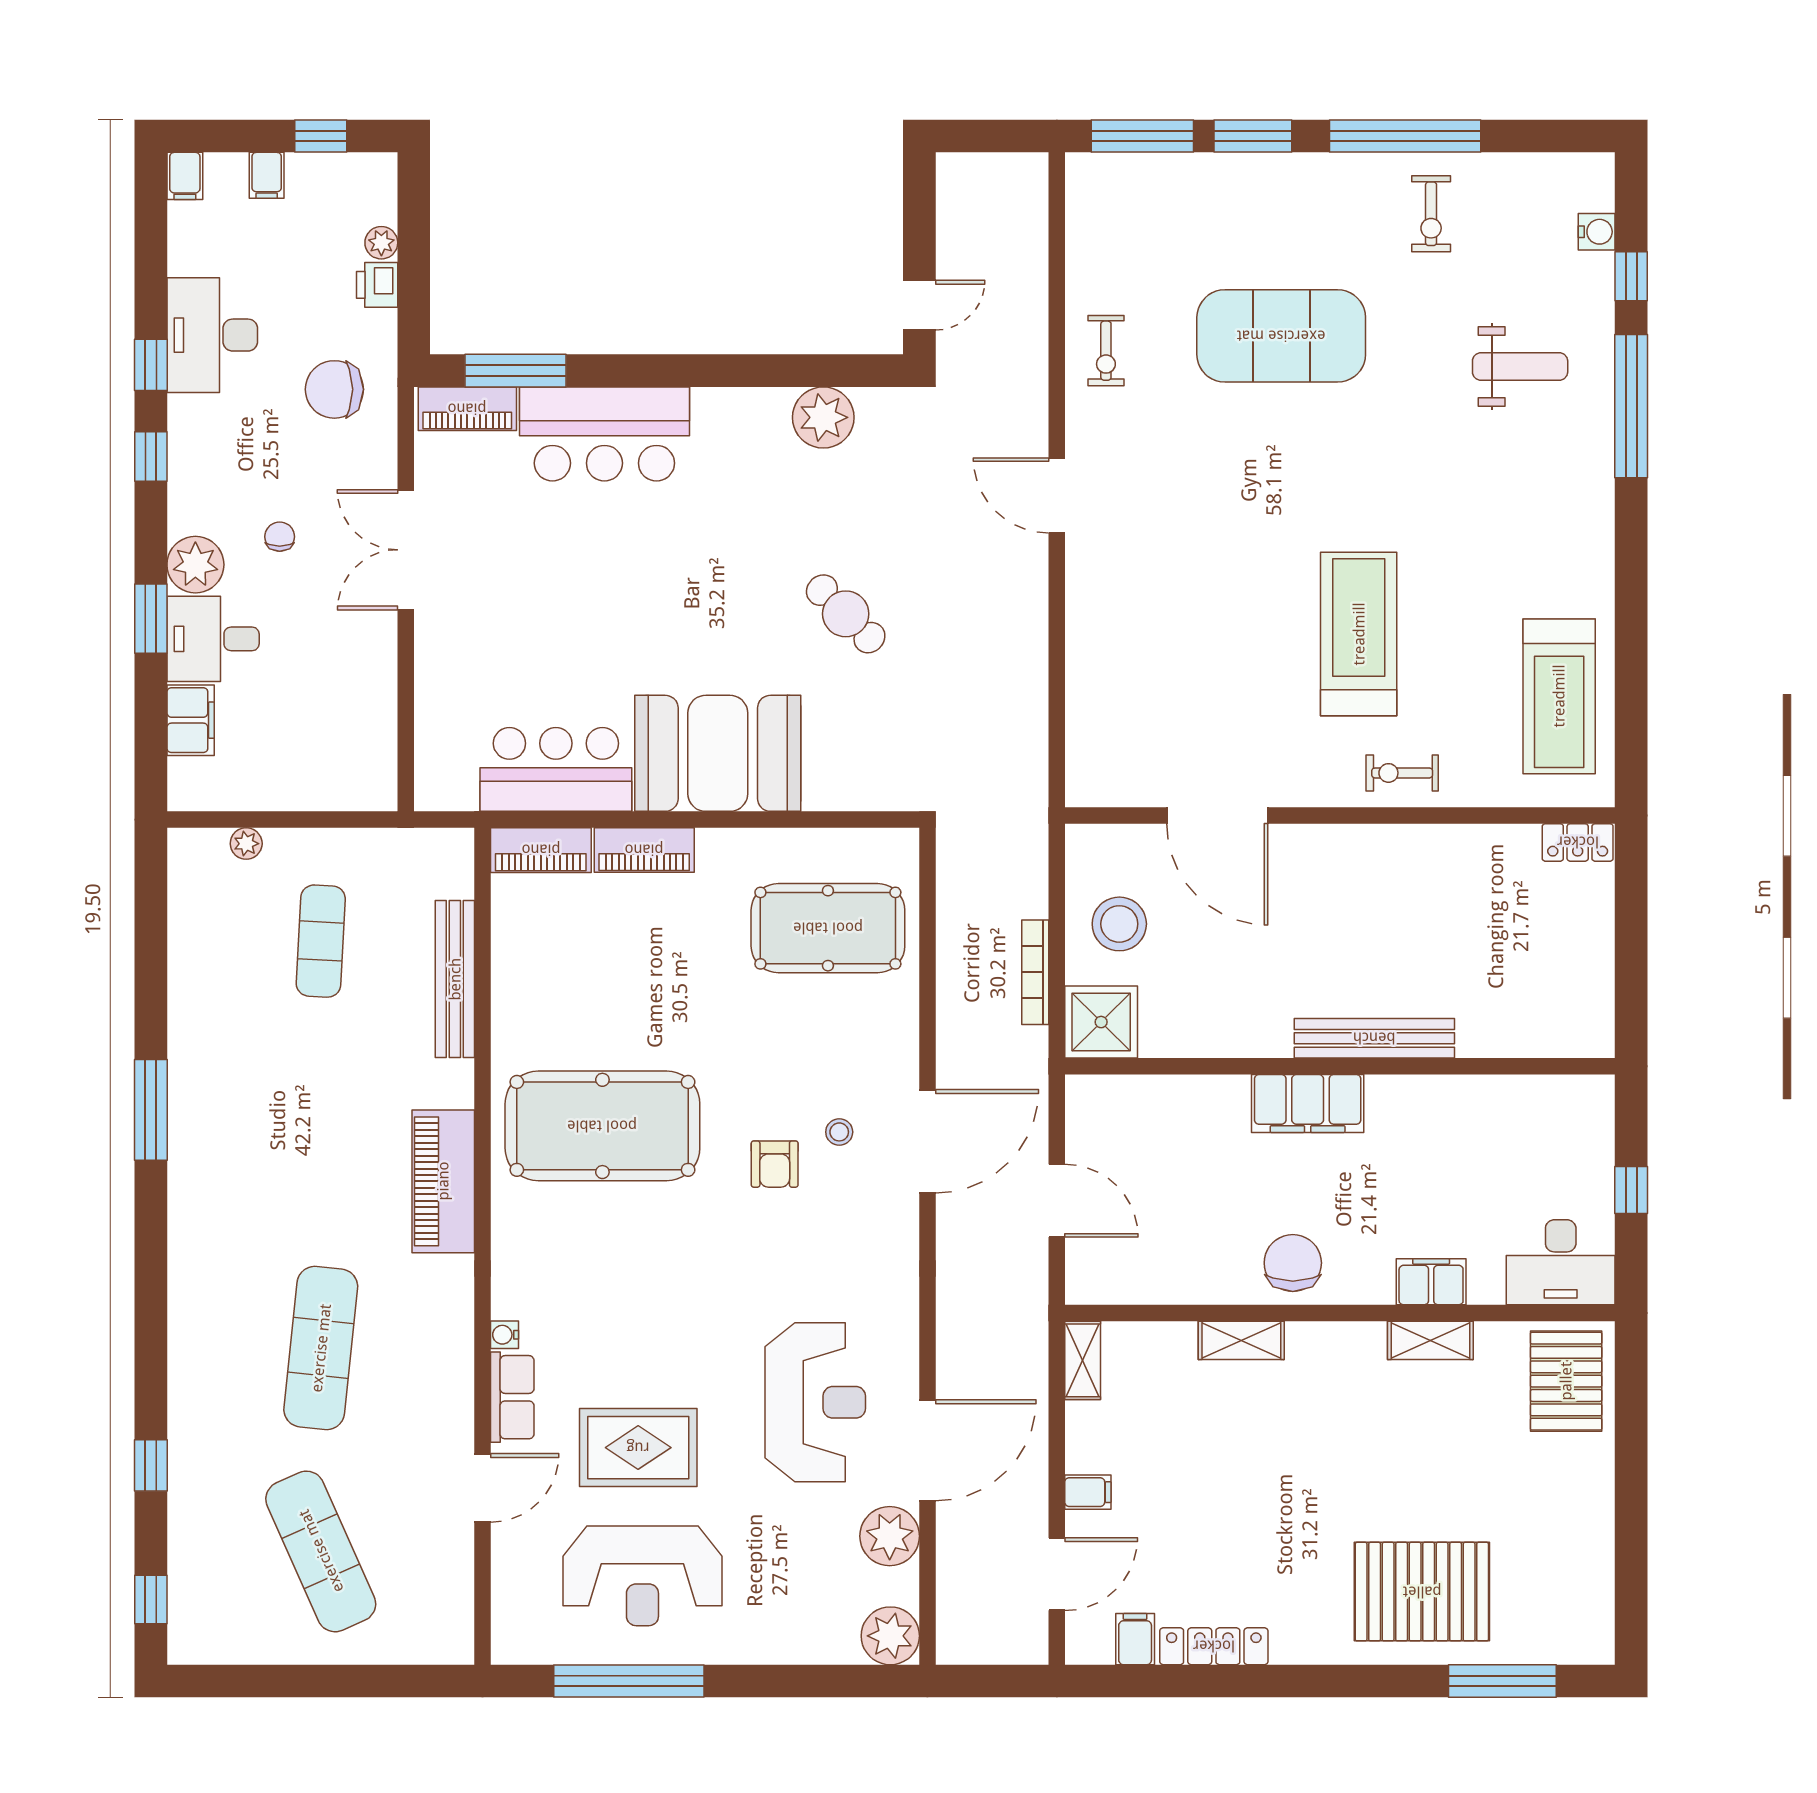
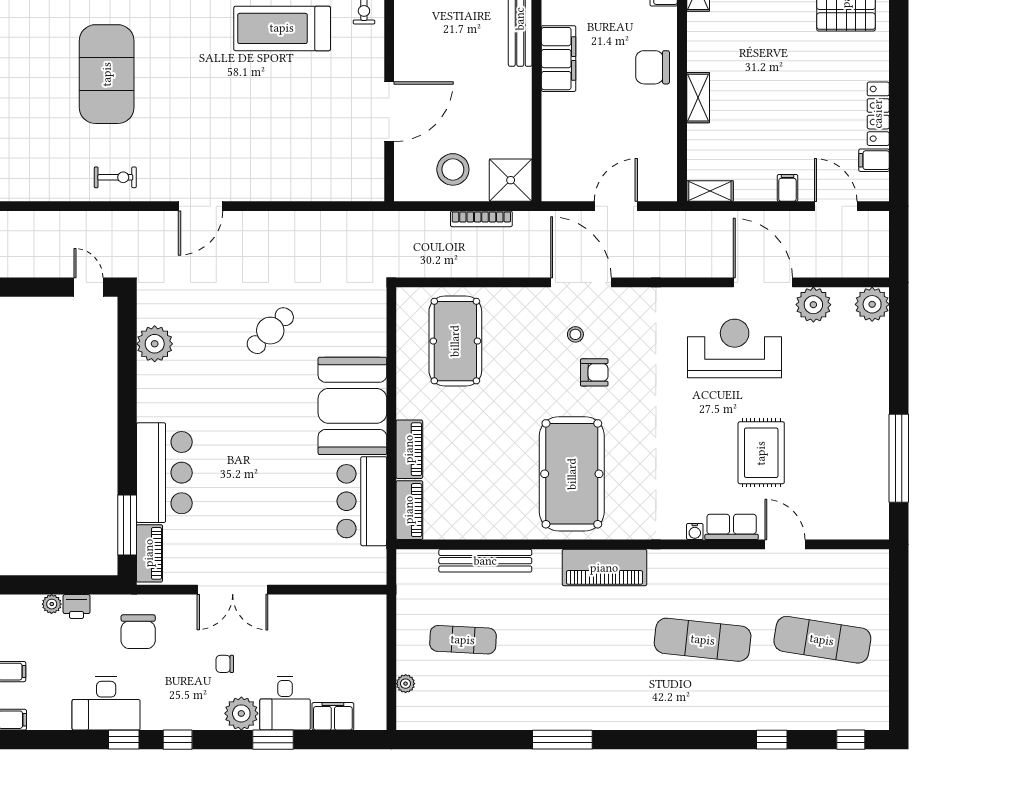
exercise mat: (321, 1551) -> (822, 640), turned 33
reception desk: (642, 1576) -> (837, 450), removed

